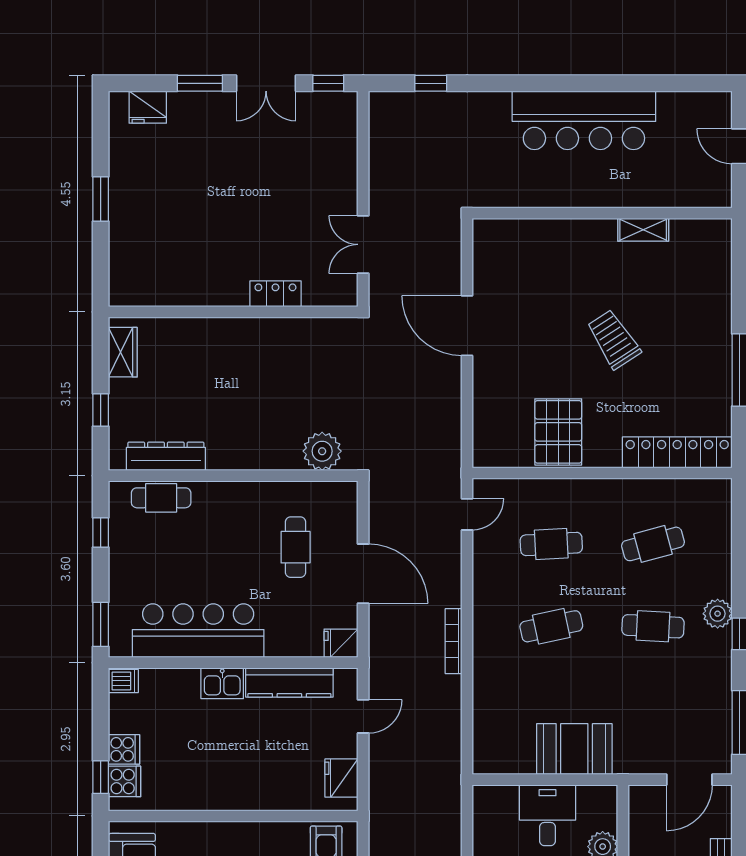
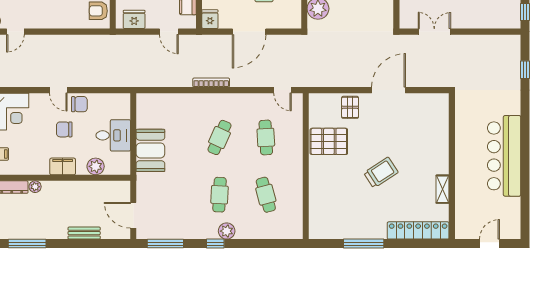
pallet: (498, 394) -> (350, 107), added
locker: (677, 452) -> (418, 230), moved, turned -90
cafe table: (551, 626) -> (219, 137), turned 36

